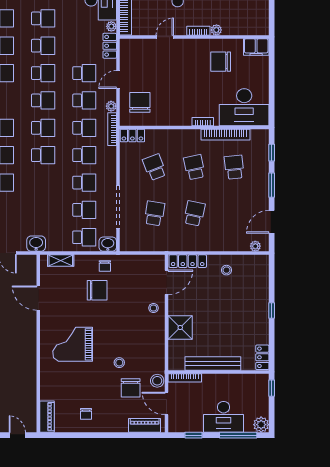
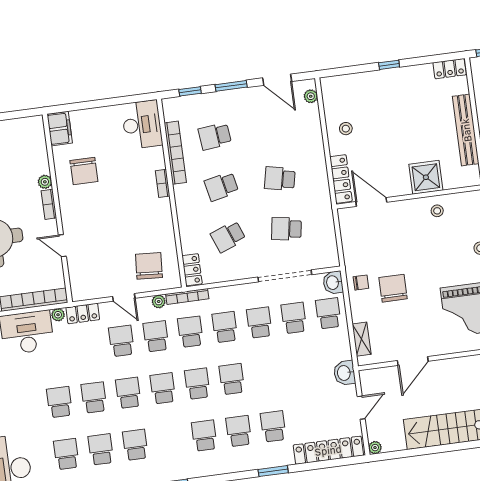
chair: (140, 102) -> (149, 266), turned 94
desk: (244, 107) -> (142, 125), width x0.73, depth x0.77
stool: (153, 308) -> (437, 211), moved

